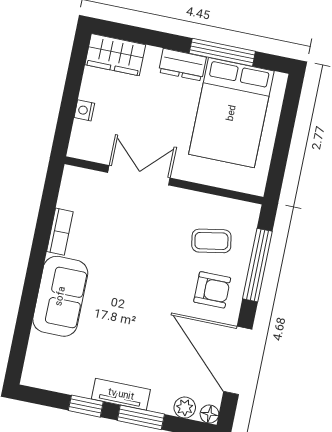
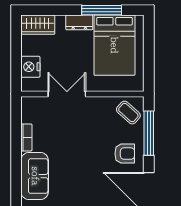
nightstand: (84, 110) -> (30, 67), width x1.89, depth x1.79
coffee table: (211, 241) -> (128, 113), moved, turned 52

